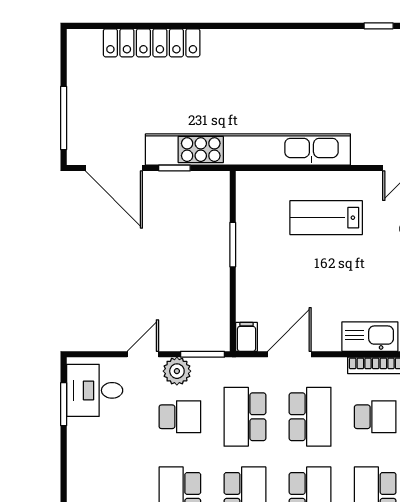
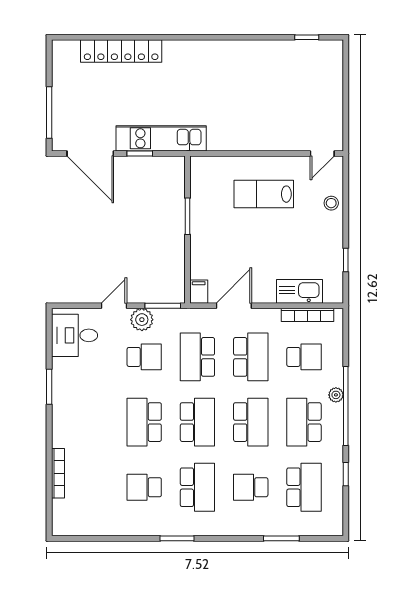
kitchen unit: (248, 150) -> (161, 138), width x0.54
window: (64, 404) -> (49, 387), moved

